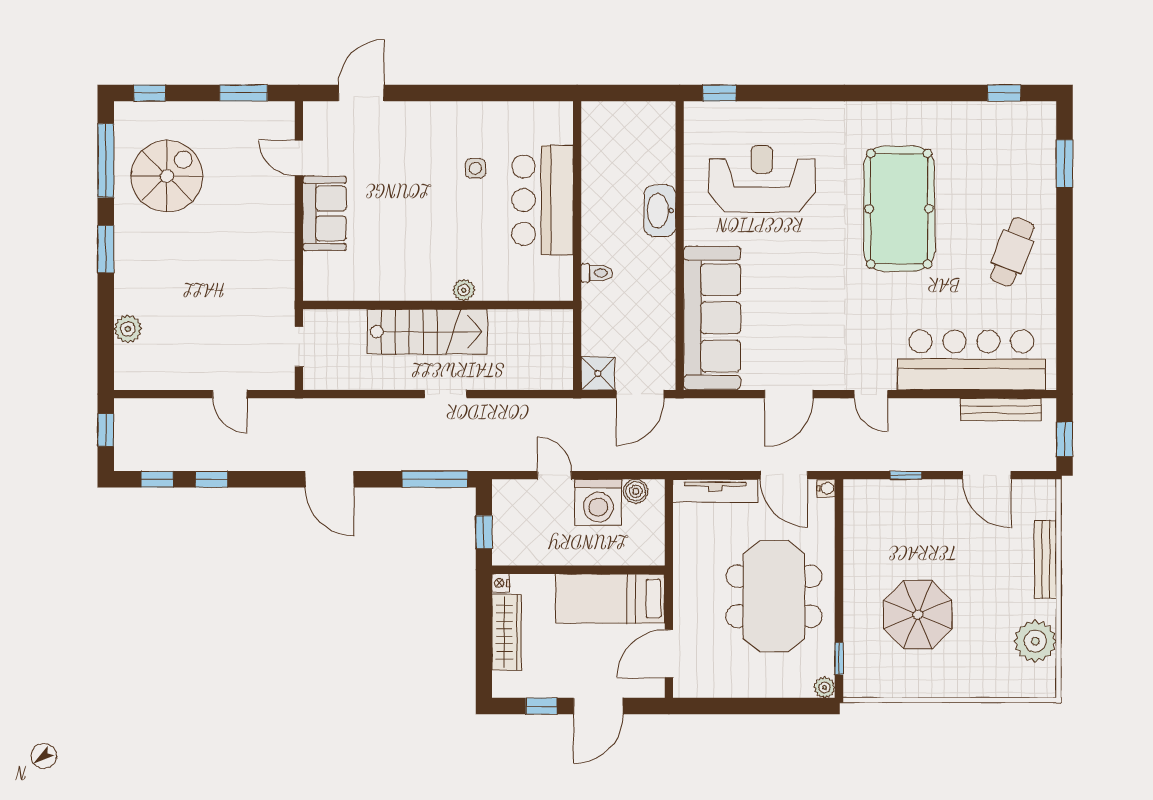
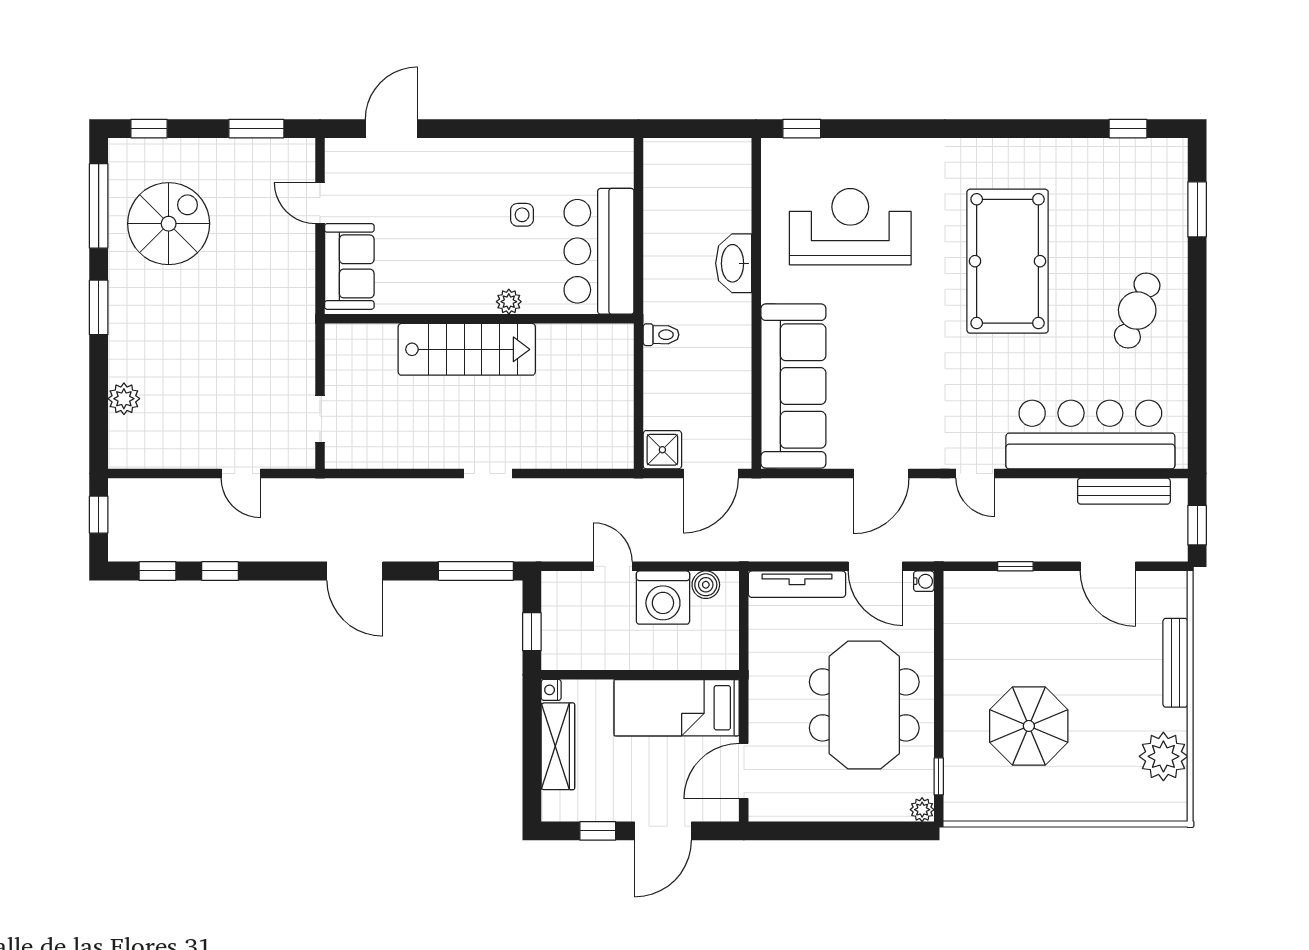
plant: (464, 290) -> (509, 302), moved
wall: (438, 305) -> (479, 319), moved
stairs: (427, 332) -> (467, 349), moved

